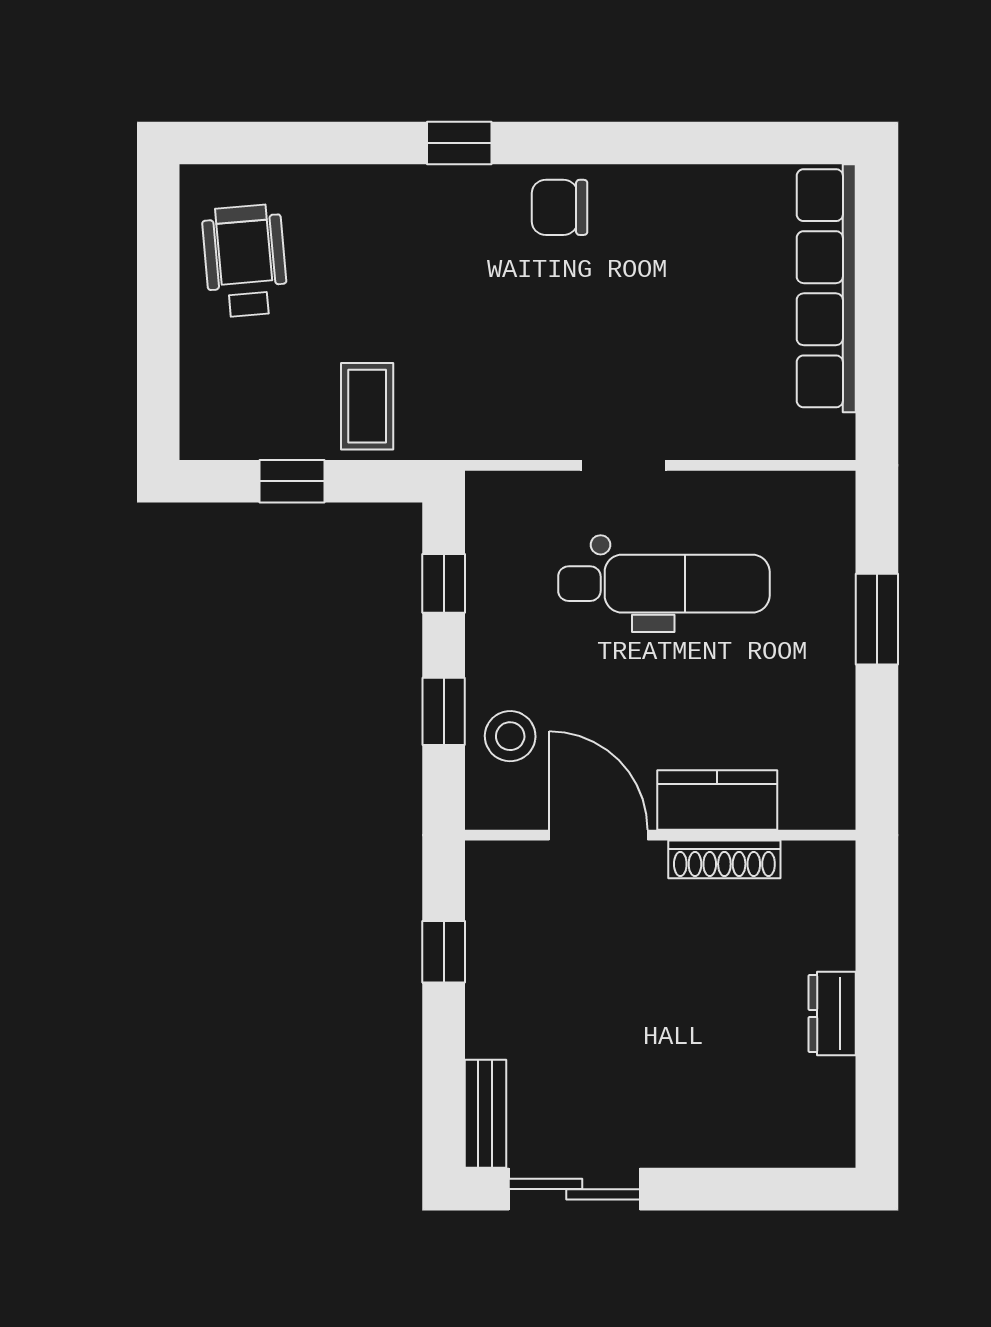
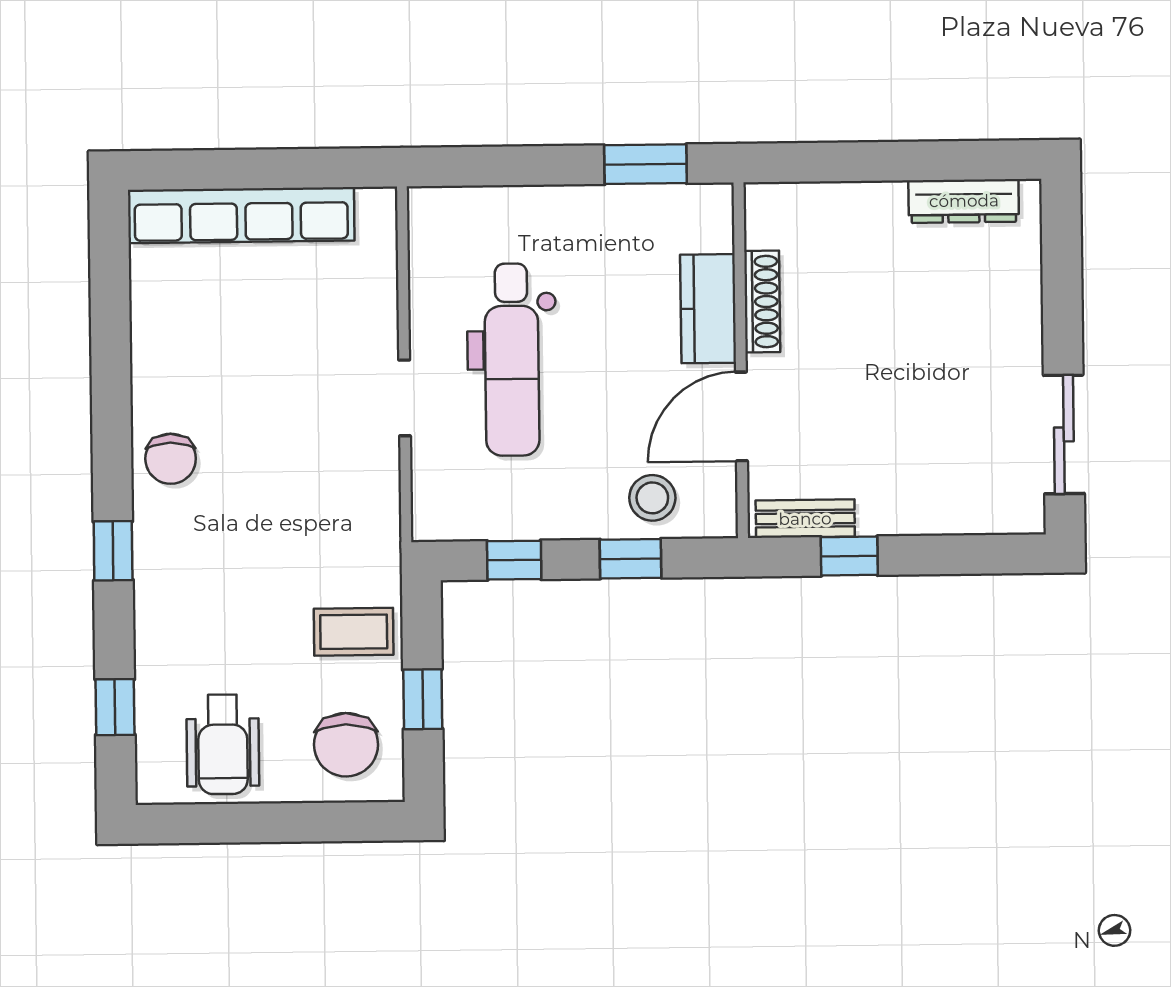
window: (287, 143) -> (115, 707), added
wheelchair: (245, 261) -> (223, 744), turned -85
chair: (243, 396) -> (346, 745), added
dental chair: (664, 584) -> (512, 360), turned 180
window: (877, 619) -> (645, 164), moved
dresser: (832, 1014) -> (964, 201), moved, width x1.44
bench: (485, 1114) -> (805, 519), moved

